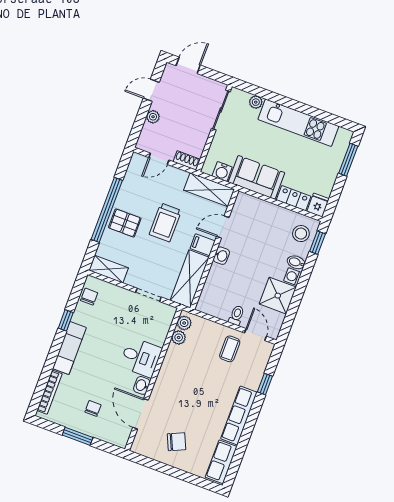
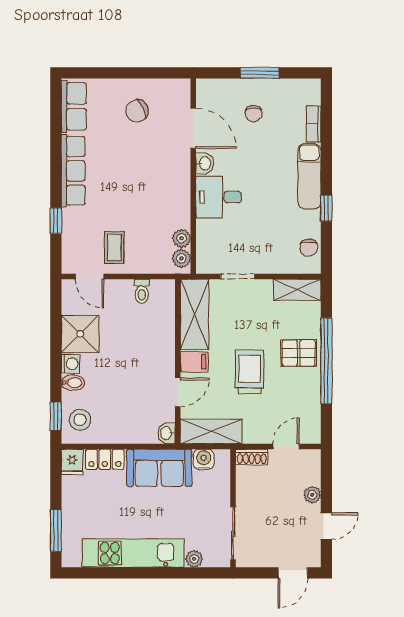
washbasin: (221, 256) -> (167, 433), moved
toilet: (236, 315) -> (142, 291), moved
bookcase: (49, 392) -> (314, 124), width x0.64

